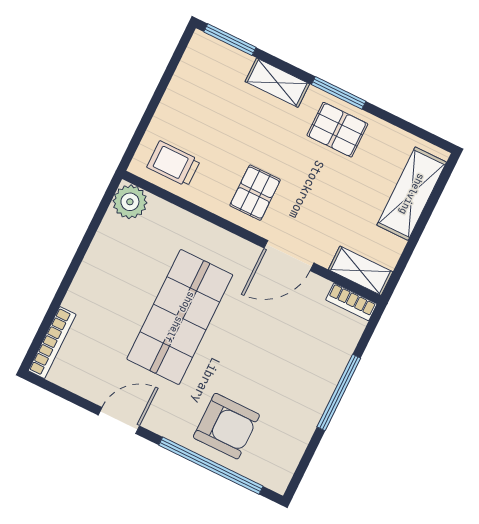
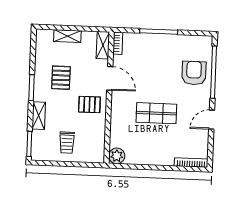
pallet: (337, 130) -> (61, 78), moved
trolley: (174, 164) -> (67, 143), moved
shelving: (412, 194) -> (67, 36), width x0.67, depth x0.75
shop shelf: (180, 317) -> (156, 113), width x0.70, depth x0.74
door: (119, 420) -> (212, 120), hinge flipped

